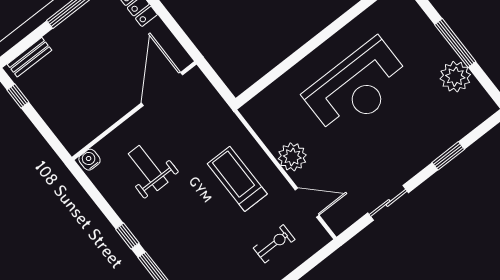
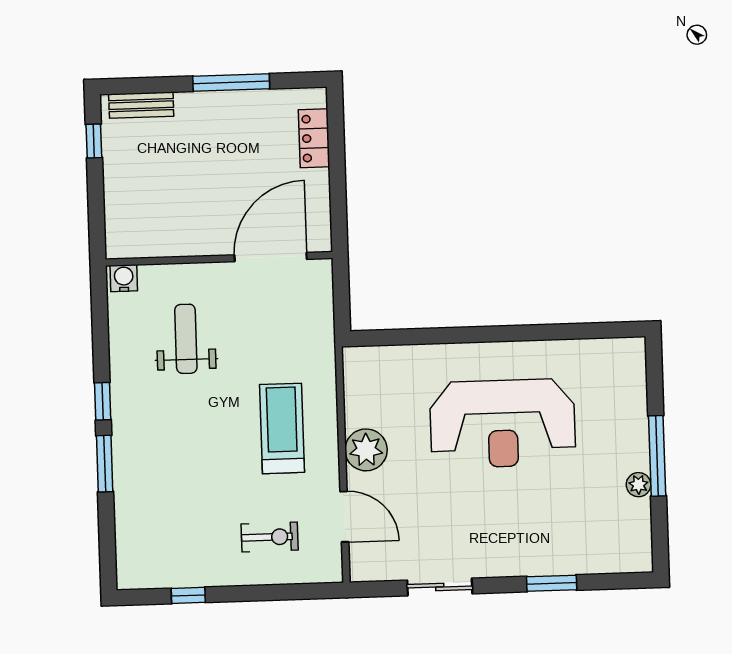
plant: (455, 77) -> (638, 485), width x0.53, depth x0.53

